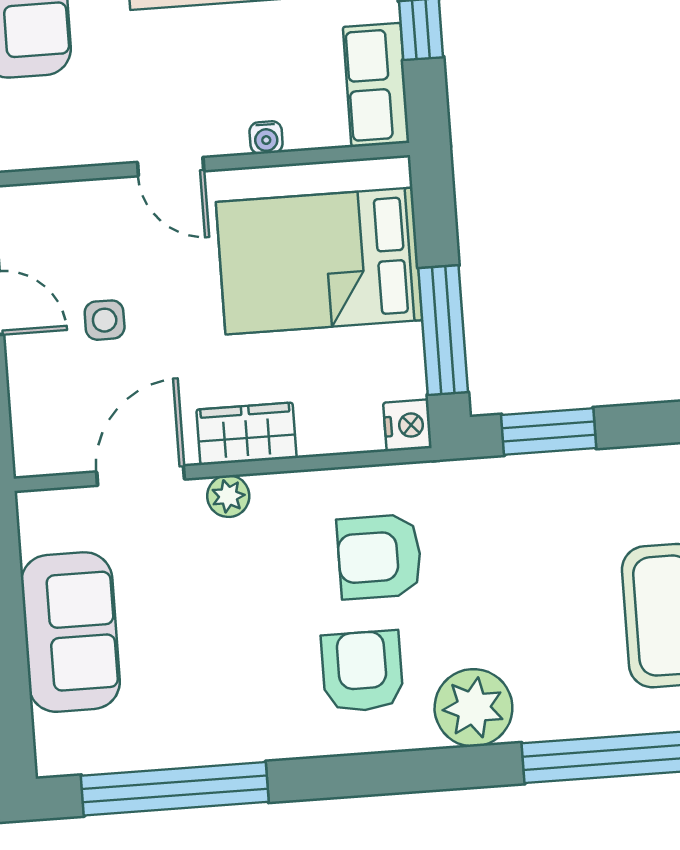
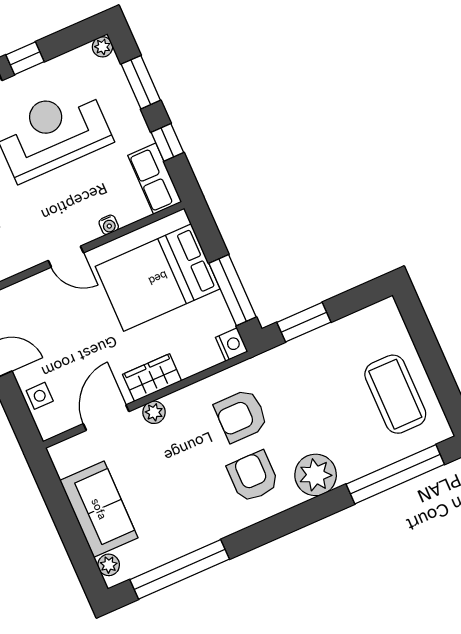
side table: (105, 320) -> (40, 396), moved
plant: (53, 736) -> (109, 565), added

